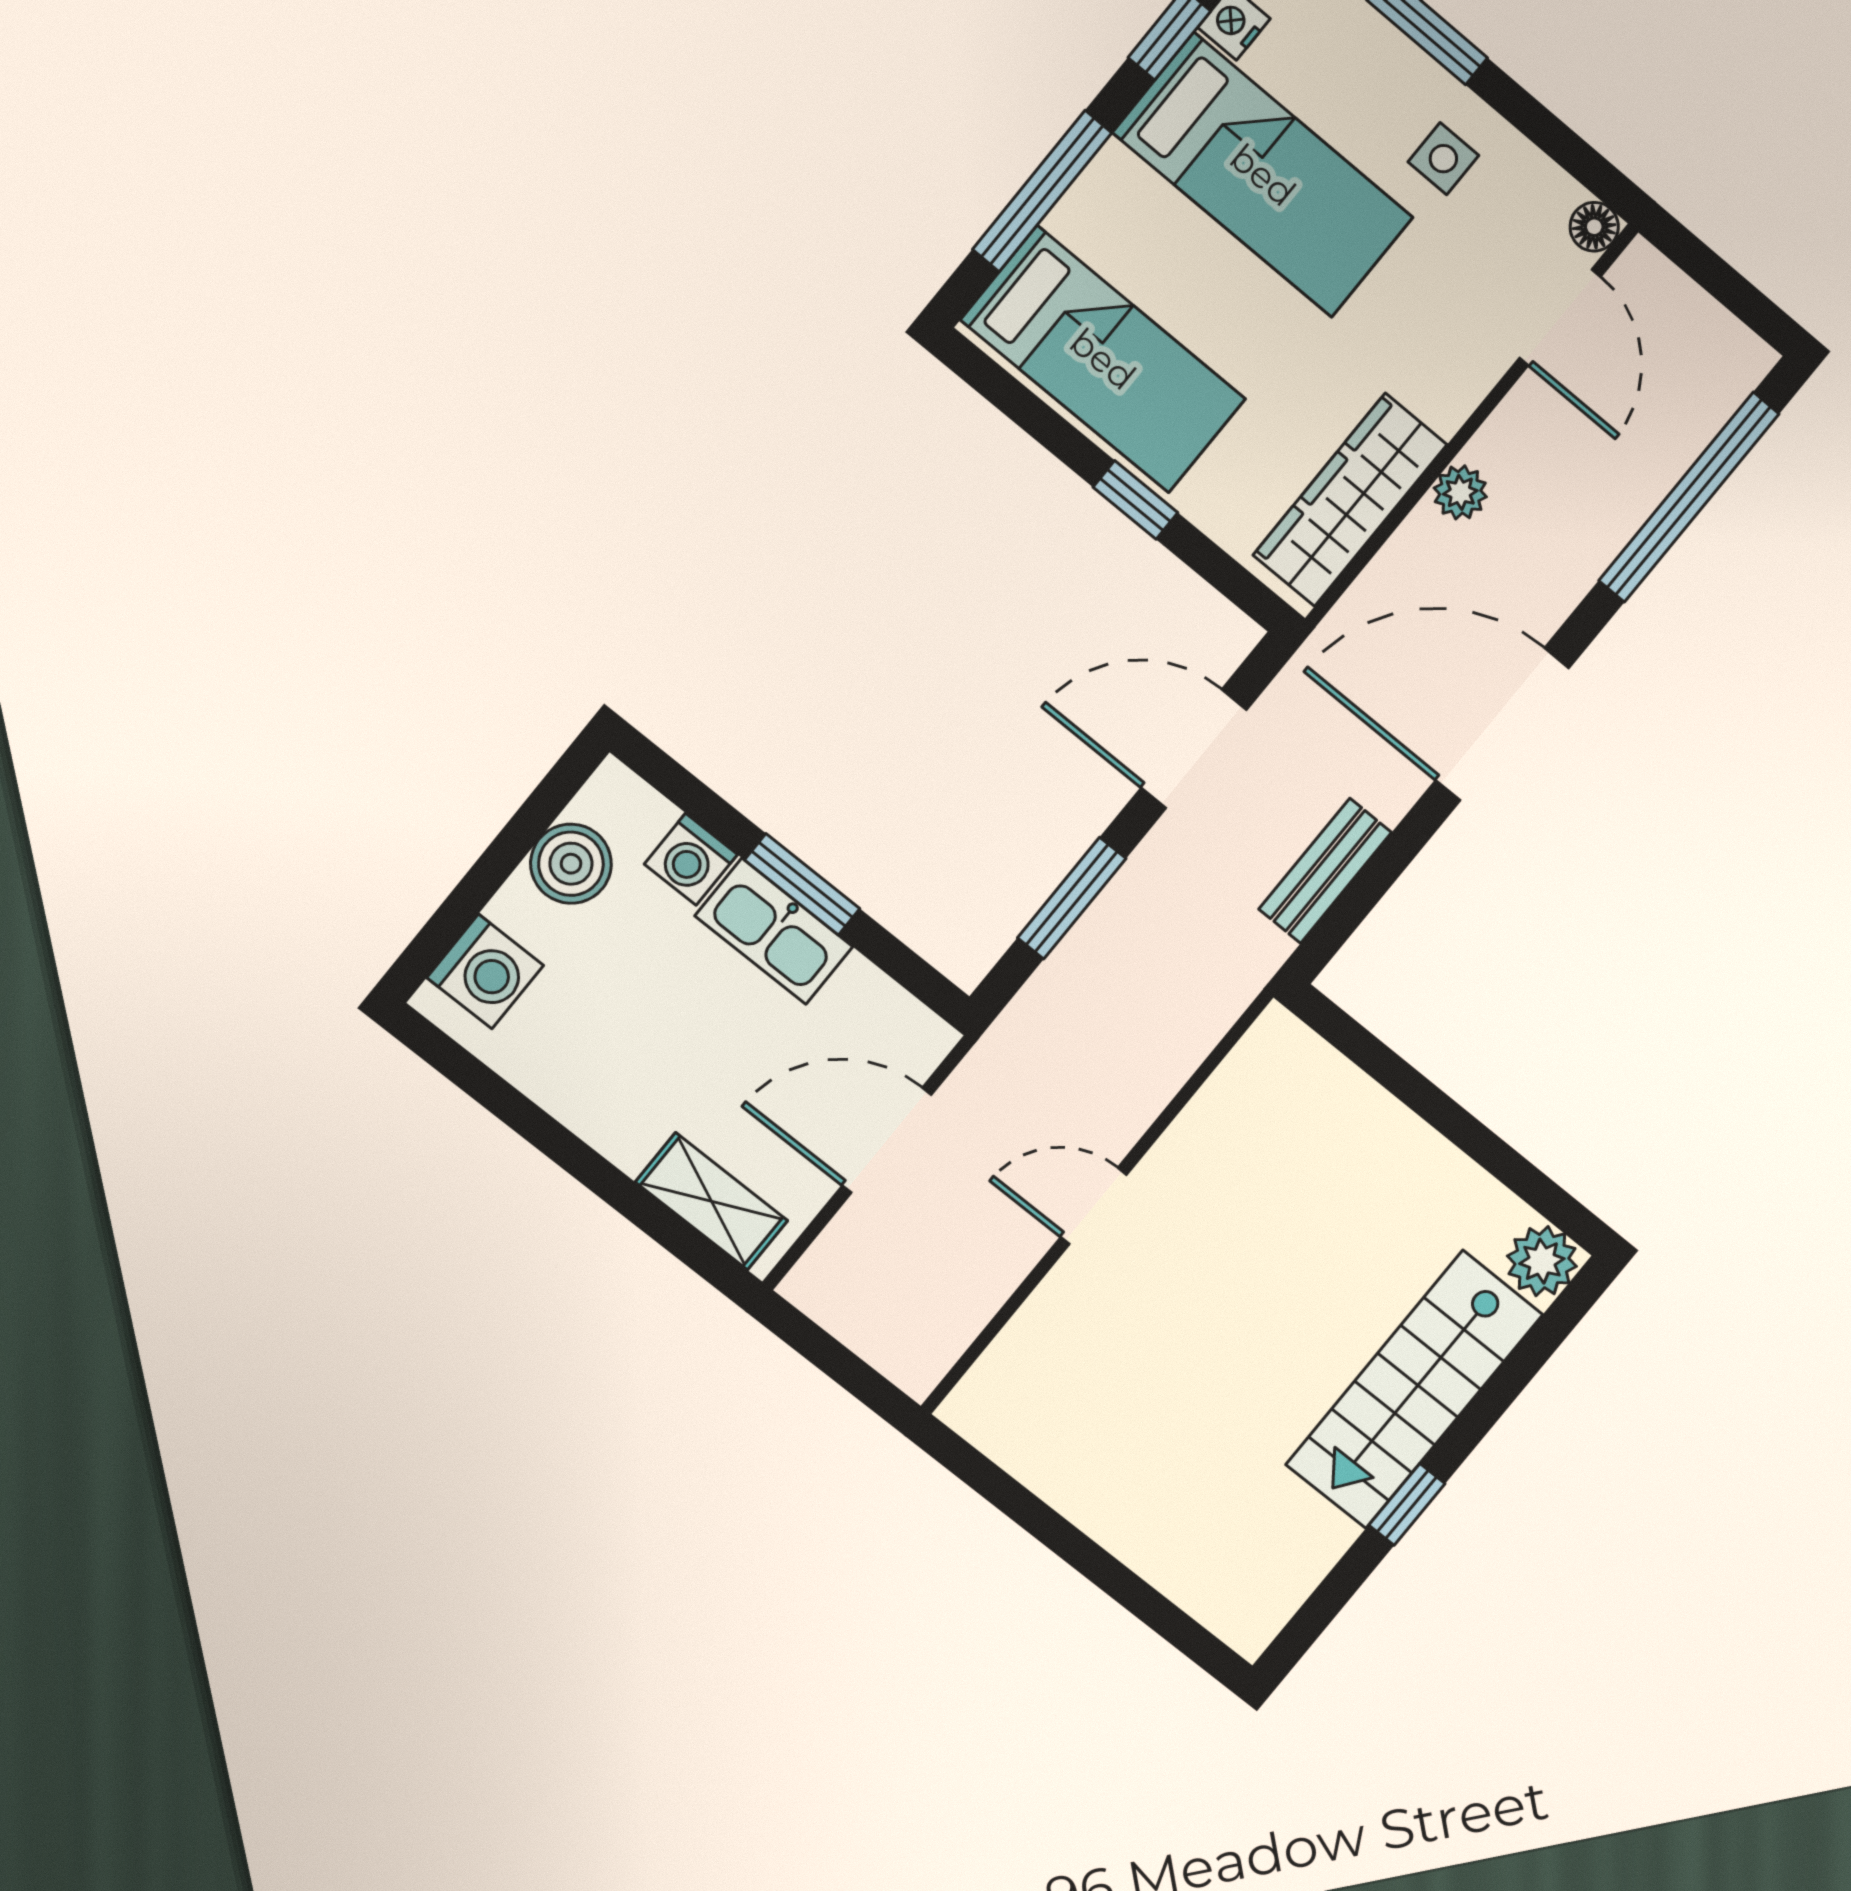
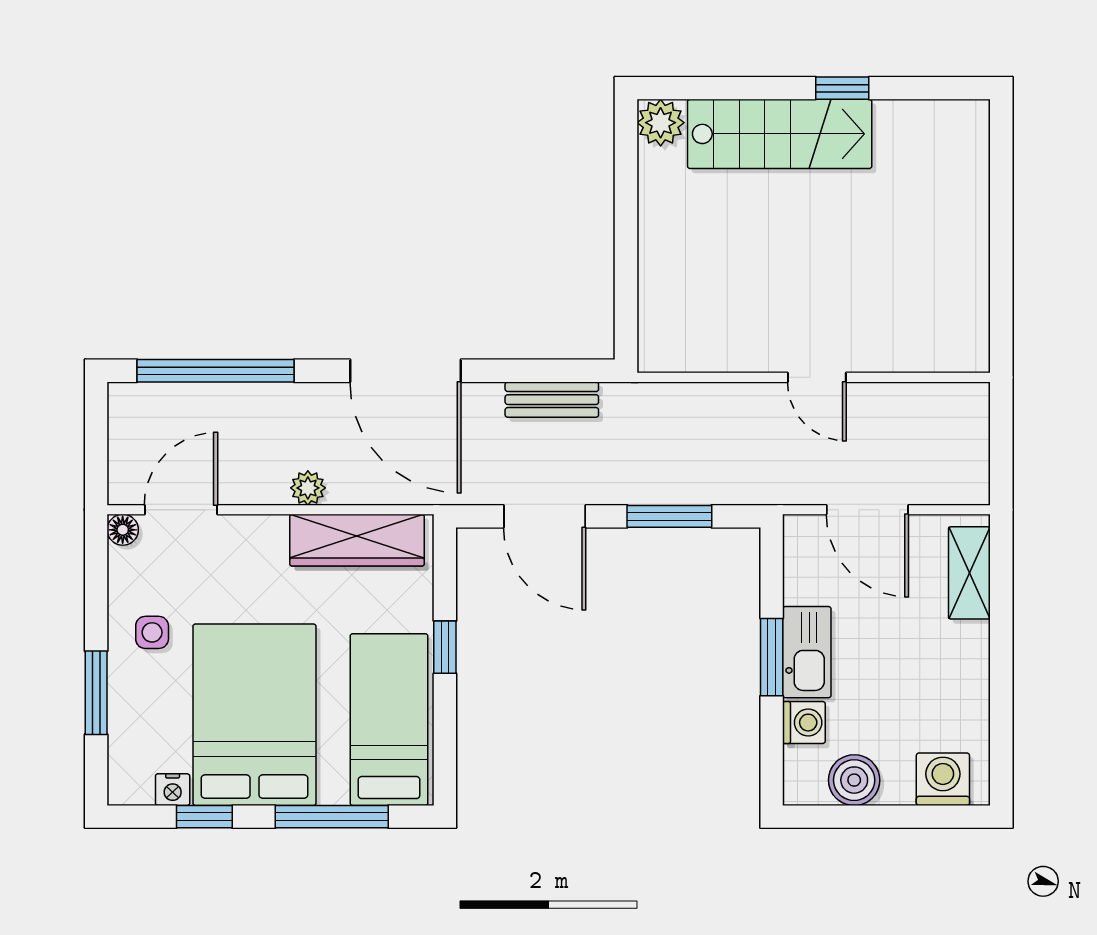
bed: (1263, 175) -> (254, 715), width x1.50

